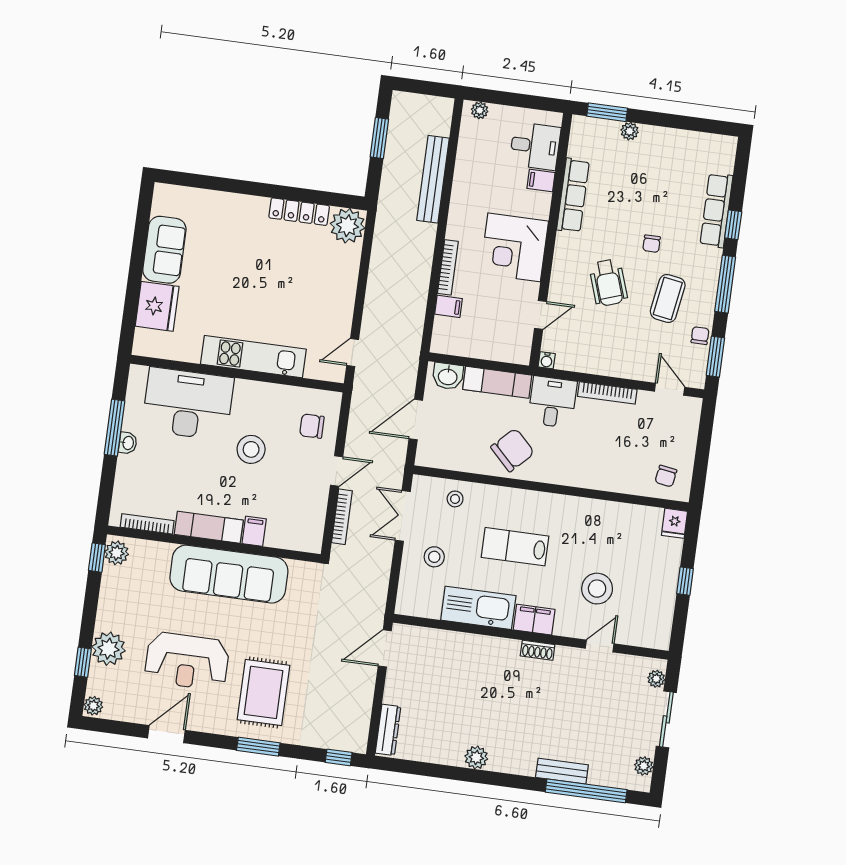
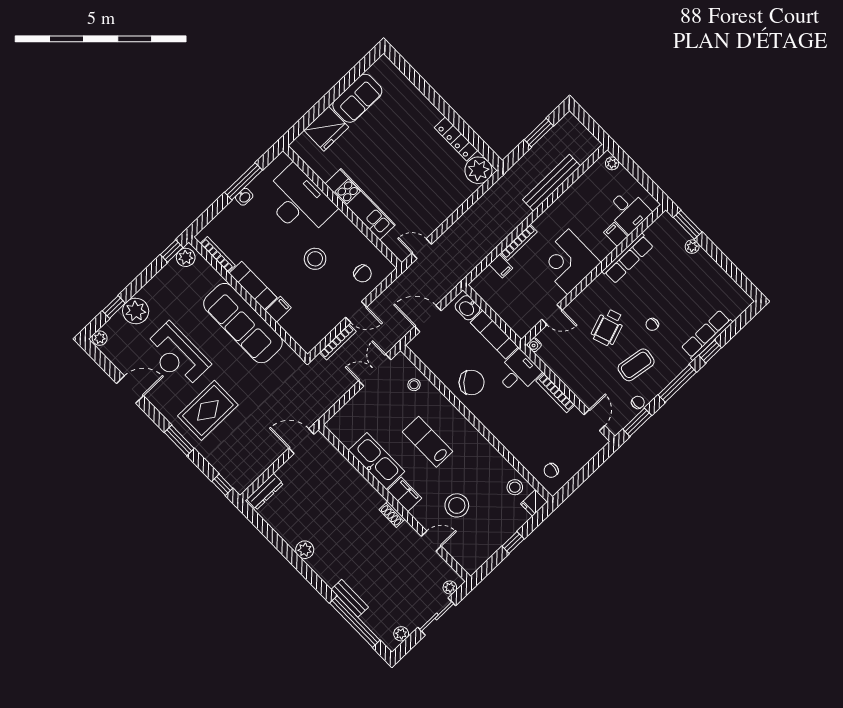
chair: (312, 426) -> (363, 273), turned 180
stool: (434, 557) -> (515, 487), moved

